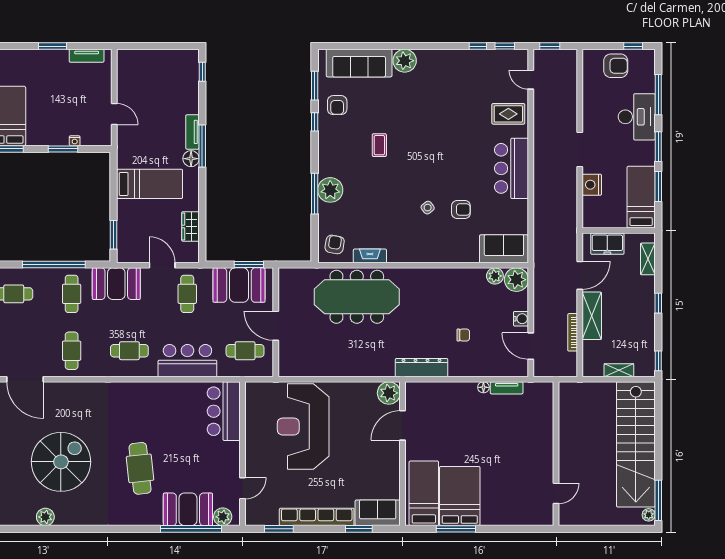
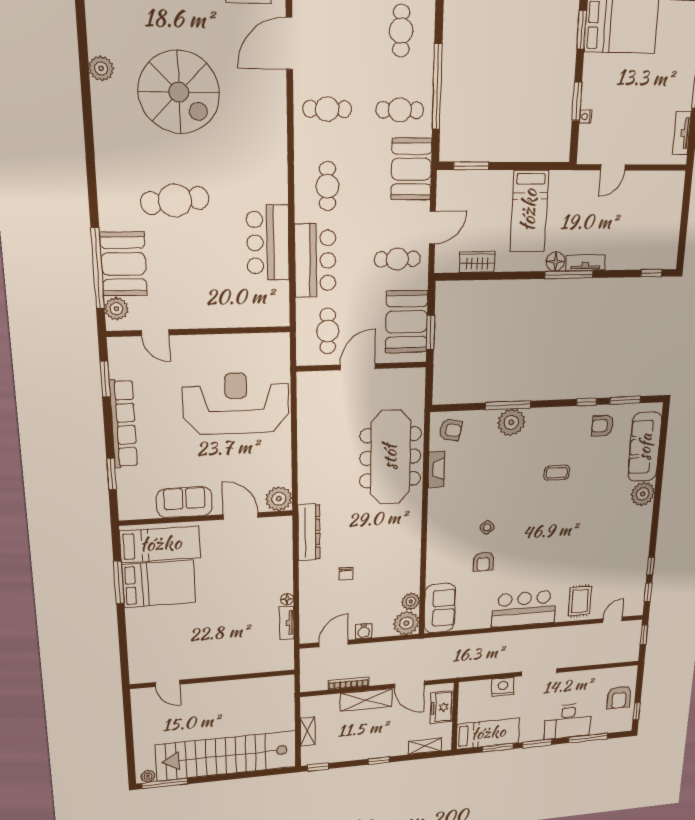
bar counter: (224, 411) -> (268, 243), moved, turned -90
sofa: (378, 513) -> (185, 502), moved, turned -90

